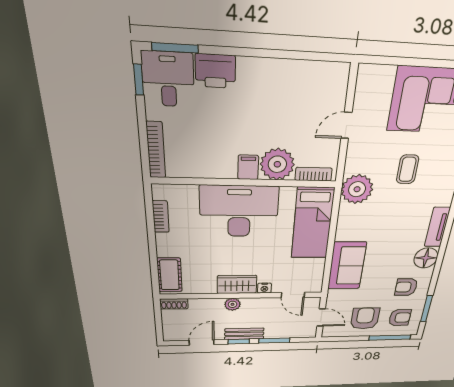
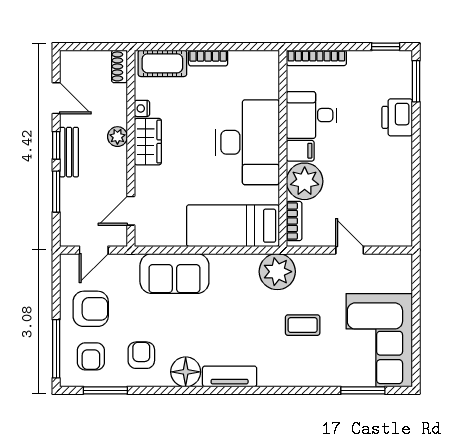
desk: (168, 79) -> (312, 115), moved, turned 180
bookcase: (161, 217) -> (208, 58), moved
nightstand: (264, 288) -> (142, 108), moved

